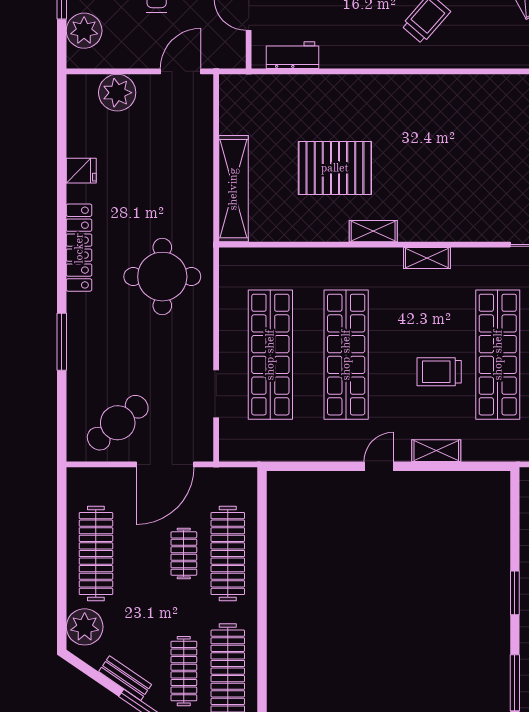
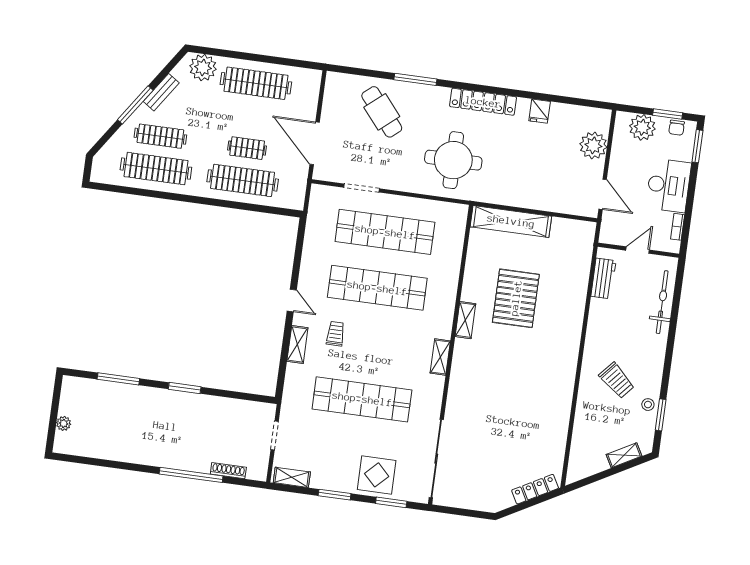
trolley: (439, 372) -> (336, 334), moved, width x0.73, depth x0.72
cafe table: (118, 423) -> (382, 112), moved

